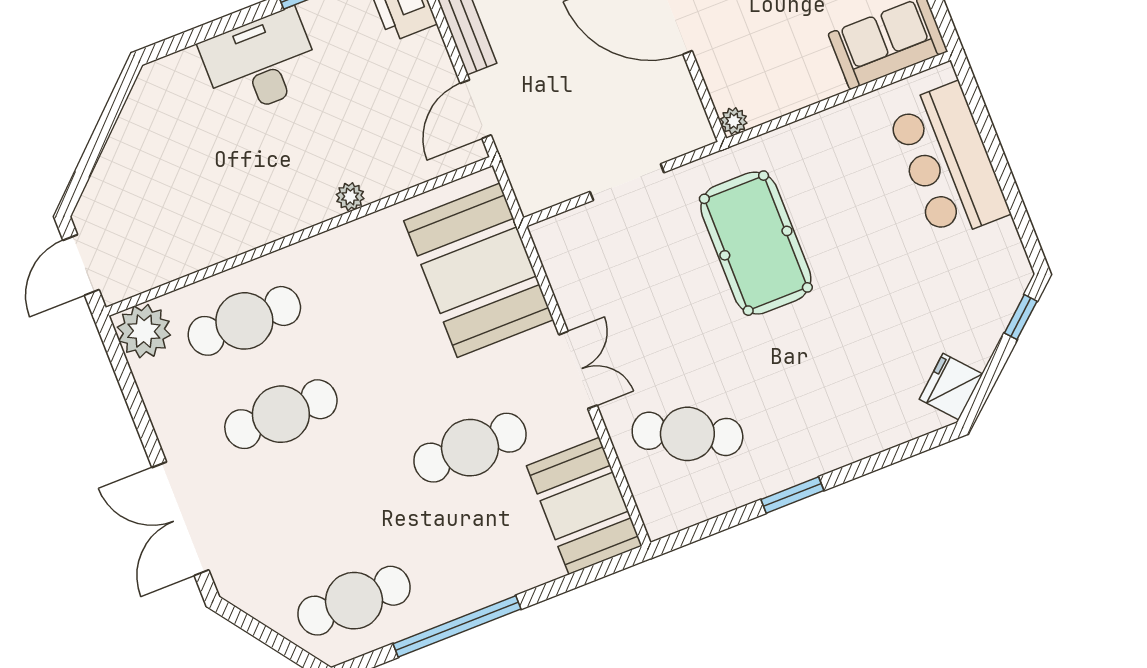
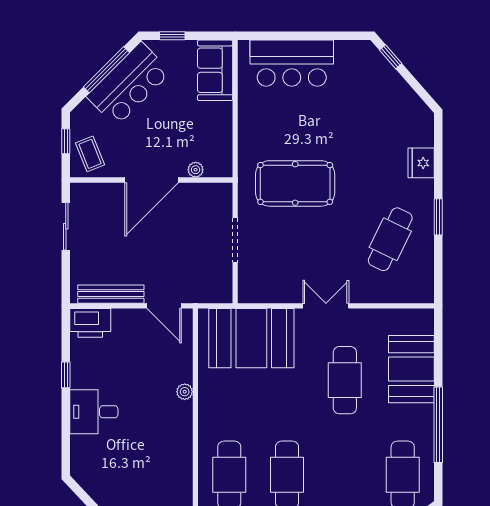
desk: (260, 63) -> (94, 412), width x0.73
plant: (734, 121) -> (196, 170), moved
fridge: (951, 387) -> (421, 163), moved, turned 41
cafe table: (687, 434) -> (390, 239), moved
booth: (584, 506) -> (411, 369), moved, turned 90

